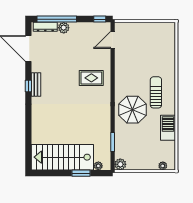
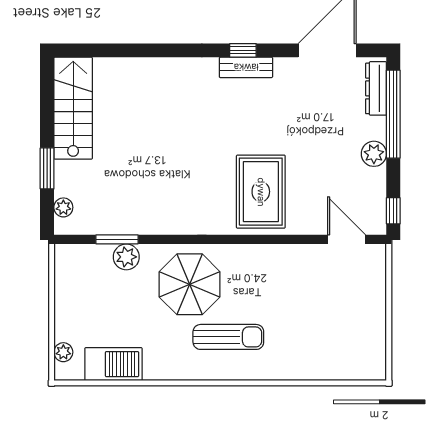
plant: (64, 28) -> (374, 154), moved
rug: (91, 78) -> (261, 192), width x1.36, depth x1.43
barbecue: (168, 128) -> (113, 364), moved
stairs: (62, 157) -> (73, 108), width x0.73, depth x0.66
plant: (120, 164) -> (126, 257), moved

